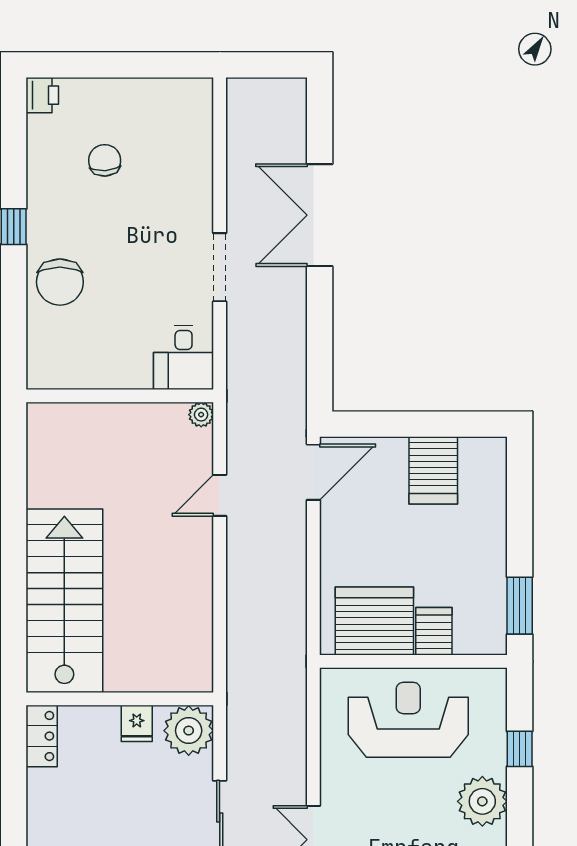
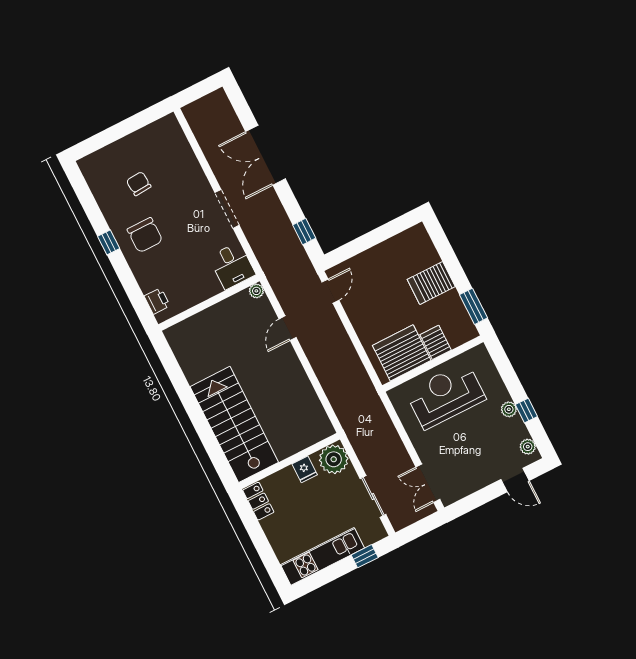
printer: (42, 95) -> (157, 301), moved
chair: (60, 282) -> (145, 235), moved
window: (320, 361) -> (304, 232), added
server rack: (433, 470) -> (431, 283), moved, turned 90
door: (313, 472) -> (330, 291), width x0.73
window: (520, 749) -> (526, 411), moved
plant: (482, 801) -> (509, 409), width x0.53, depth x0.53

